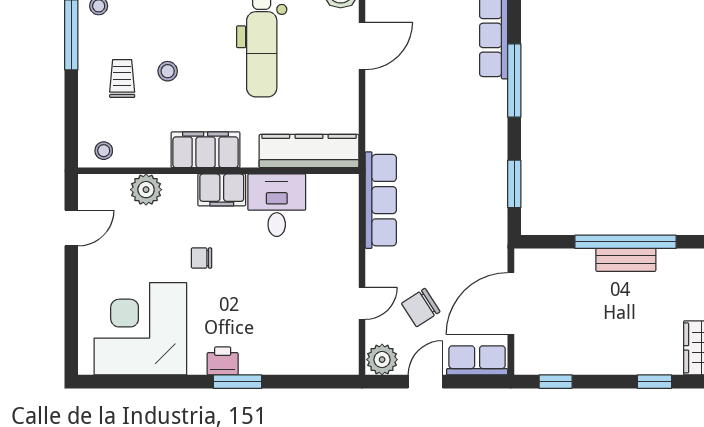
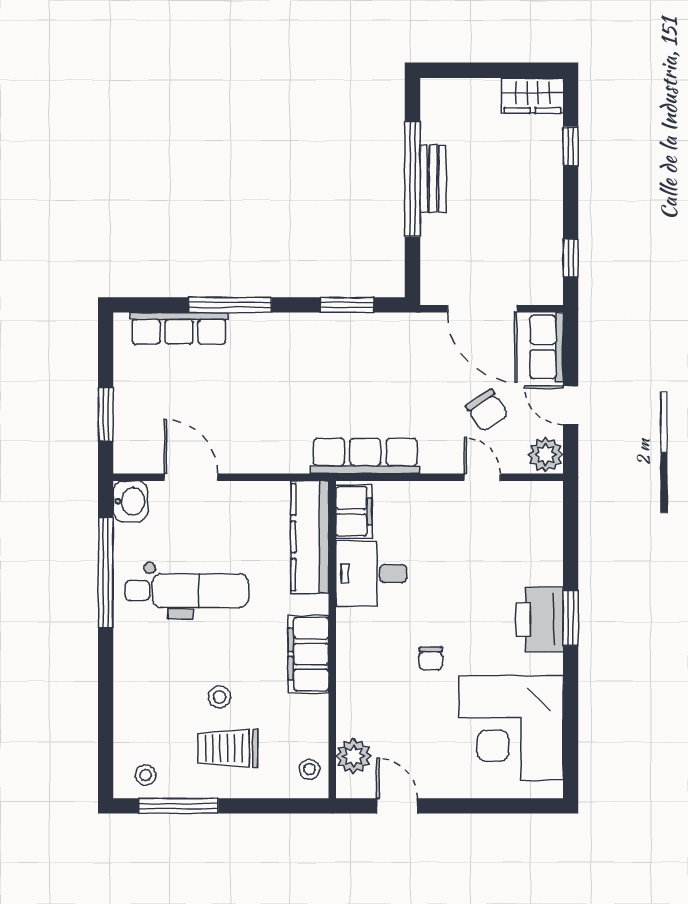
trolley: (122, 79) -> (228, 748), width x1.36, depth x1.39
plant: (146, 190) -> (353, 756), moved
filing cabinet: (222, 190) -> (354, 511), moved
printer: (223, 361) -> (540, 620), width x1.87, depth x1.48

